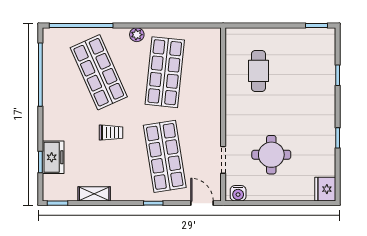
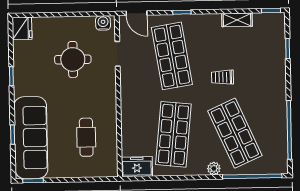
plant: (137, 35) -> (214, 169), moved
sofa: (318, 72) -> (31, 138), added
freezer: (53, 157) -> (137, 167), moved, turned 90

